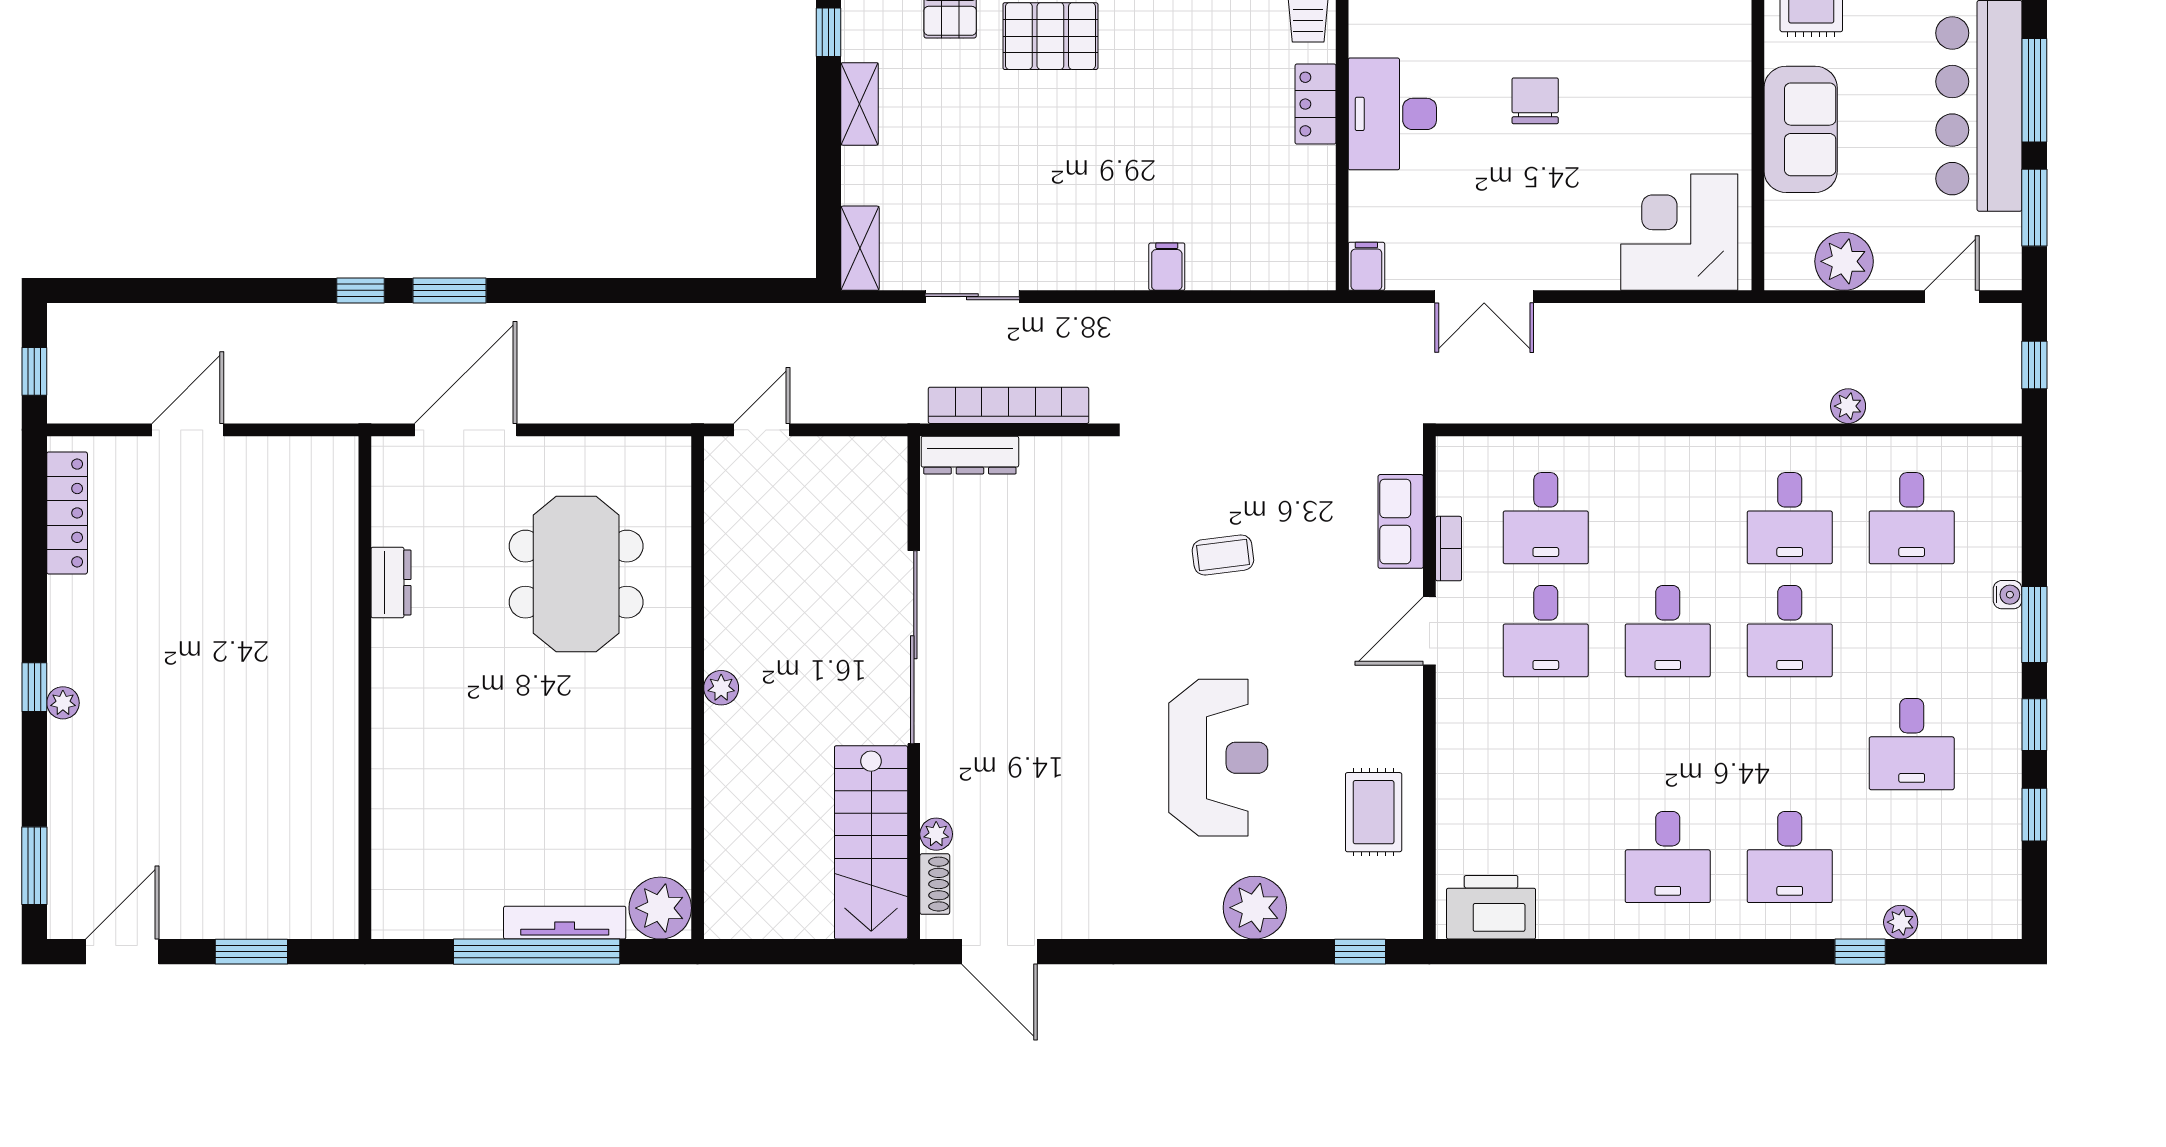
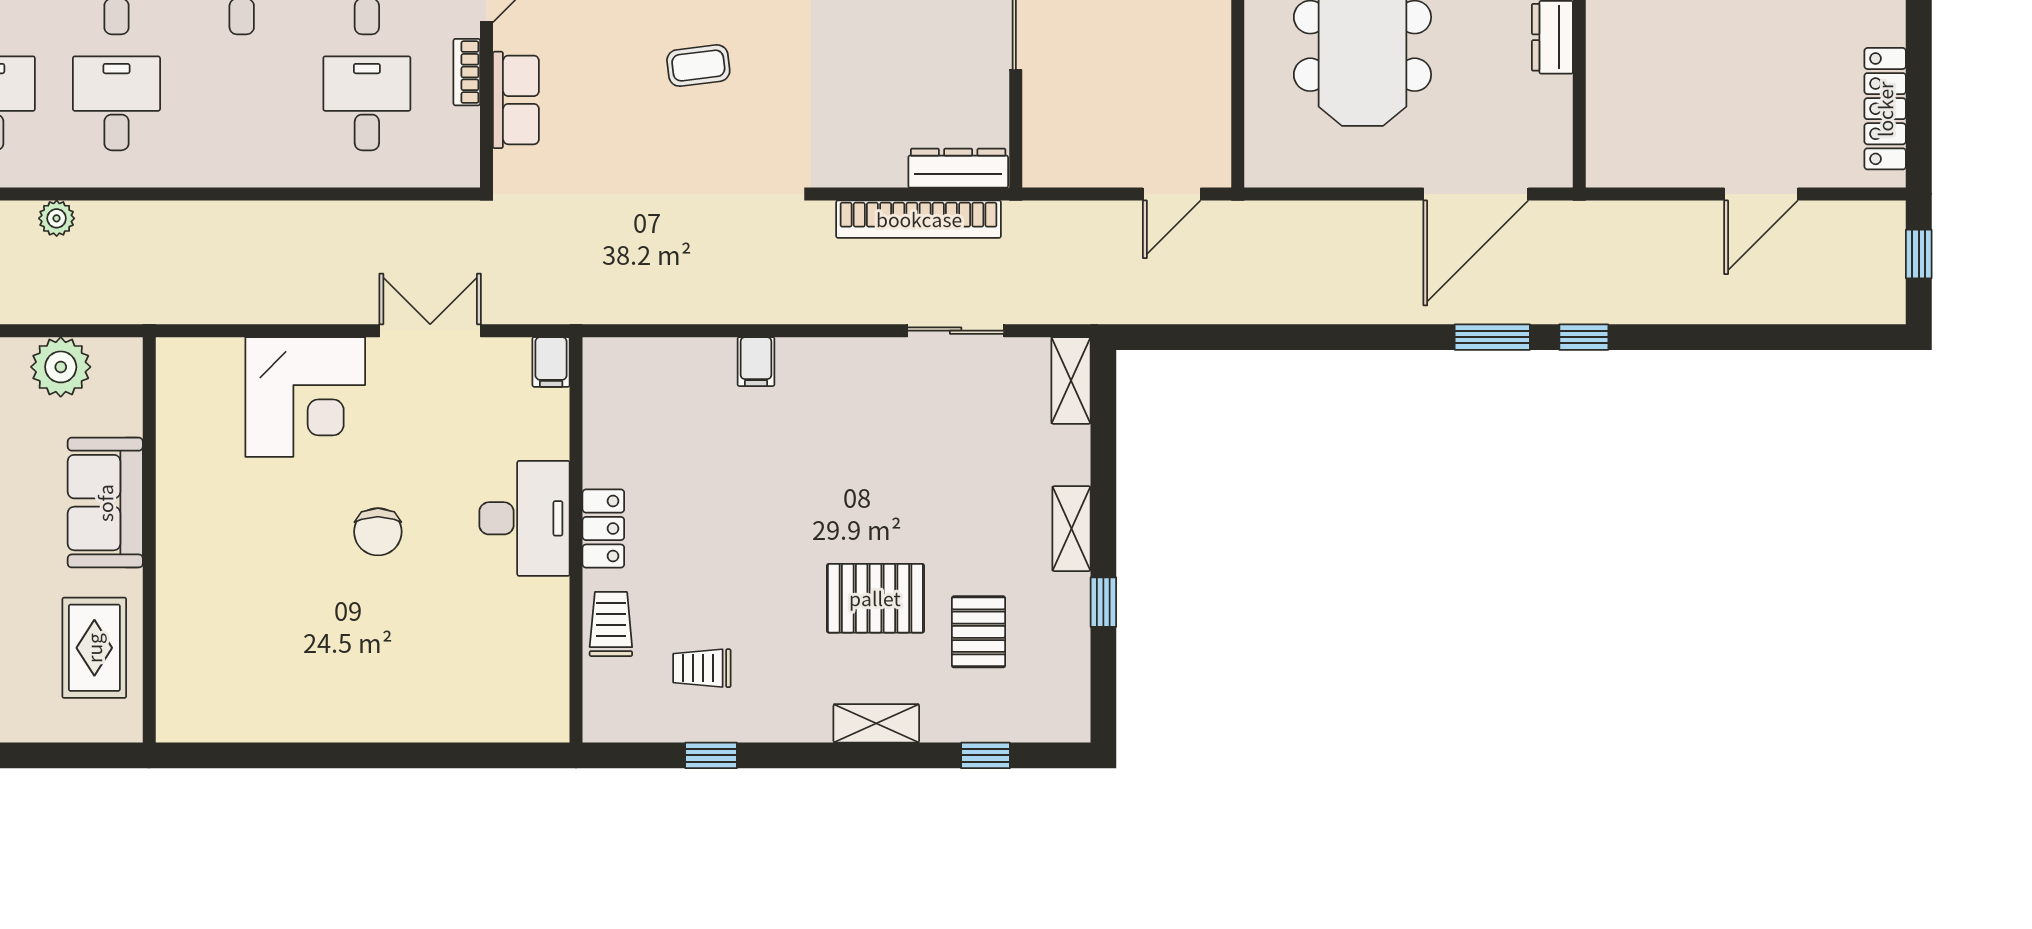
corner desk: (1679, 232) -> (305, 397), moved

